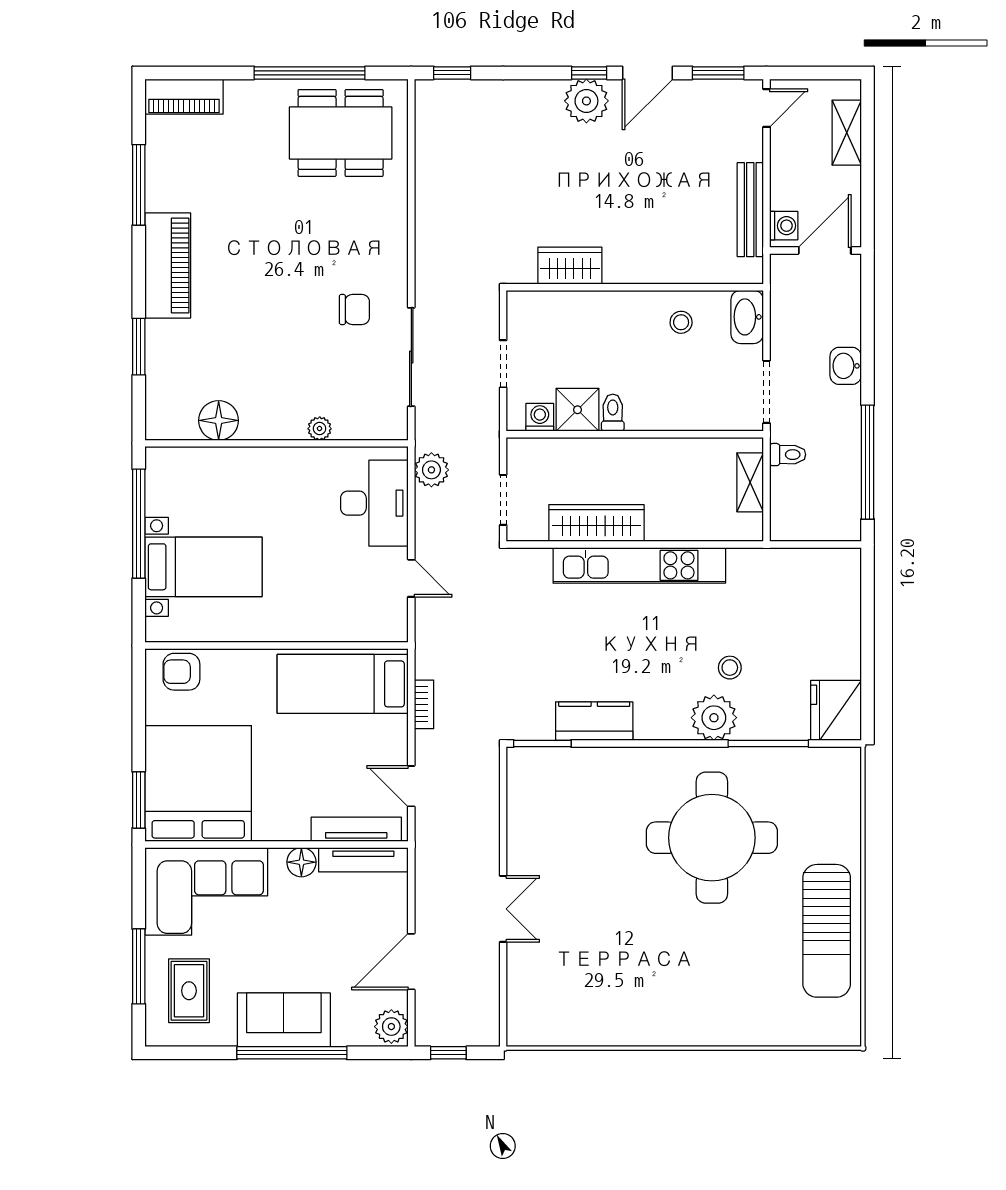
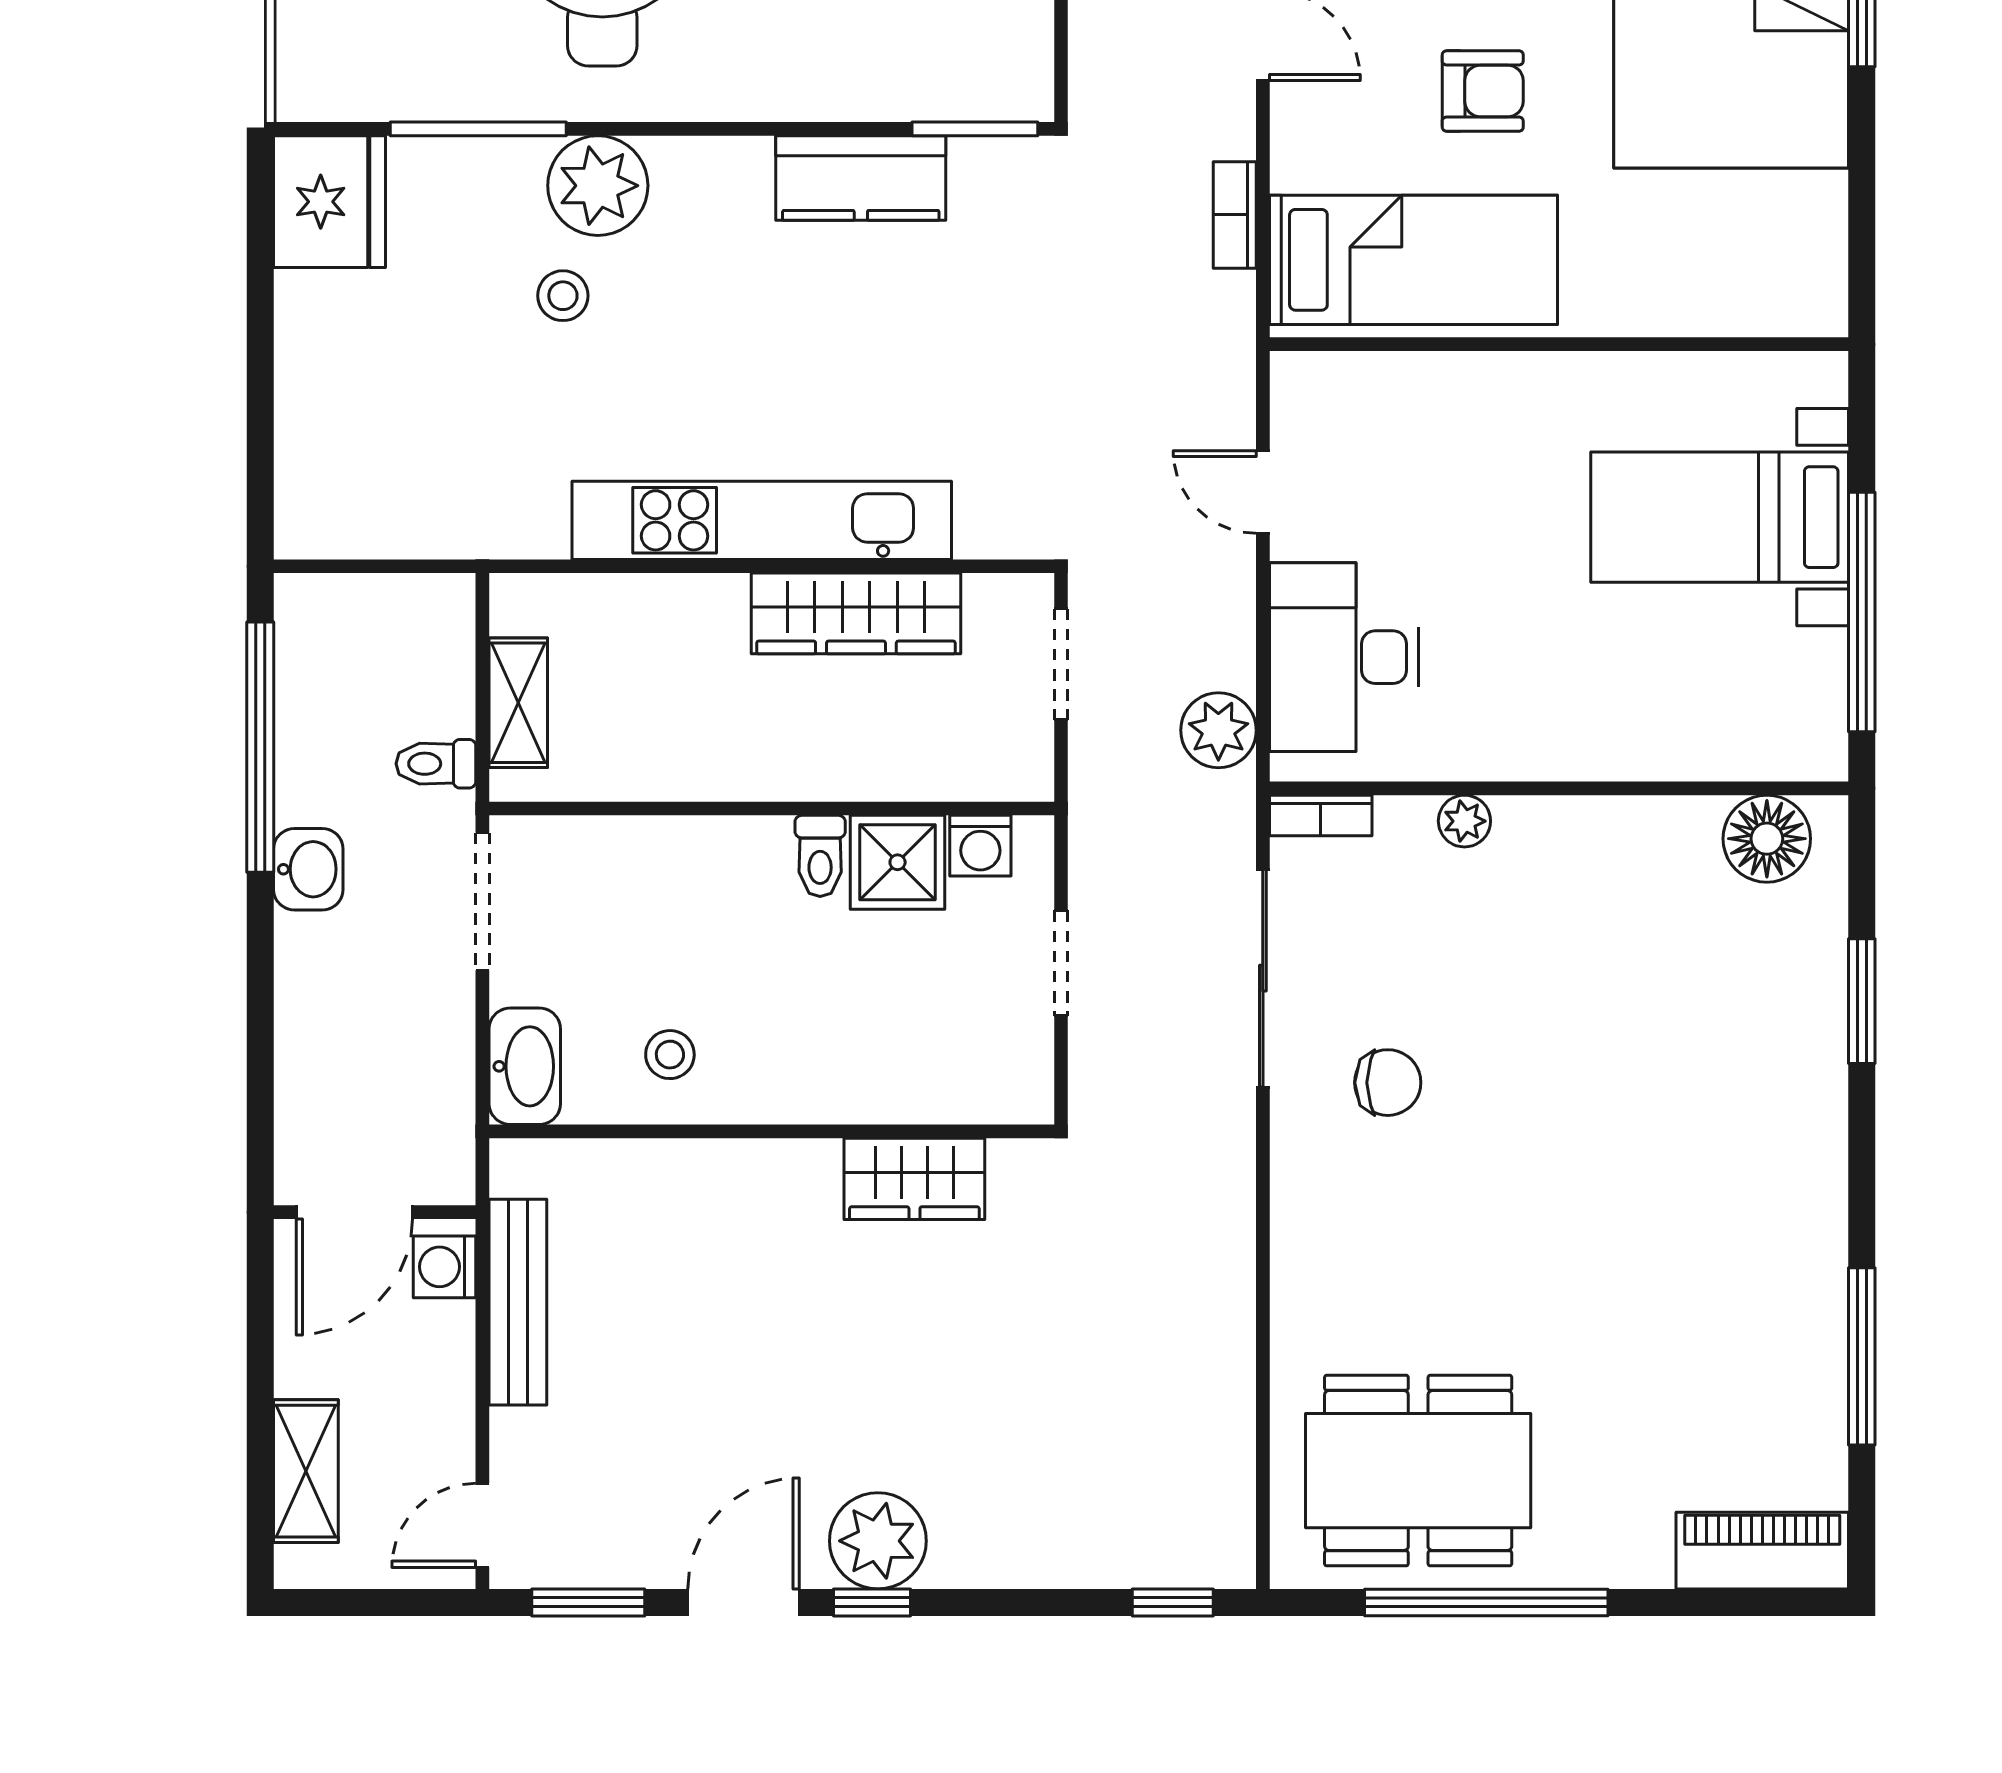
piano: (168, 265) -> (1798, 1179), removed
chair: (354, 310) -> (1388, 1083), turned 180
washbasin: (846, 366) -> (308, 869), moved
floor lamp: (219, 420) -> (1767, 839), moved
bookcase: (385, 431) -> (1321, 816), added
armchair: (181, 672) -> (1483, 91), moved

